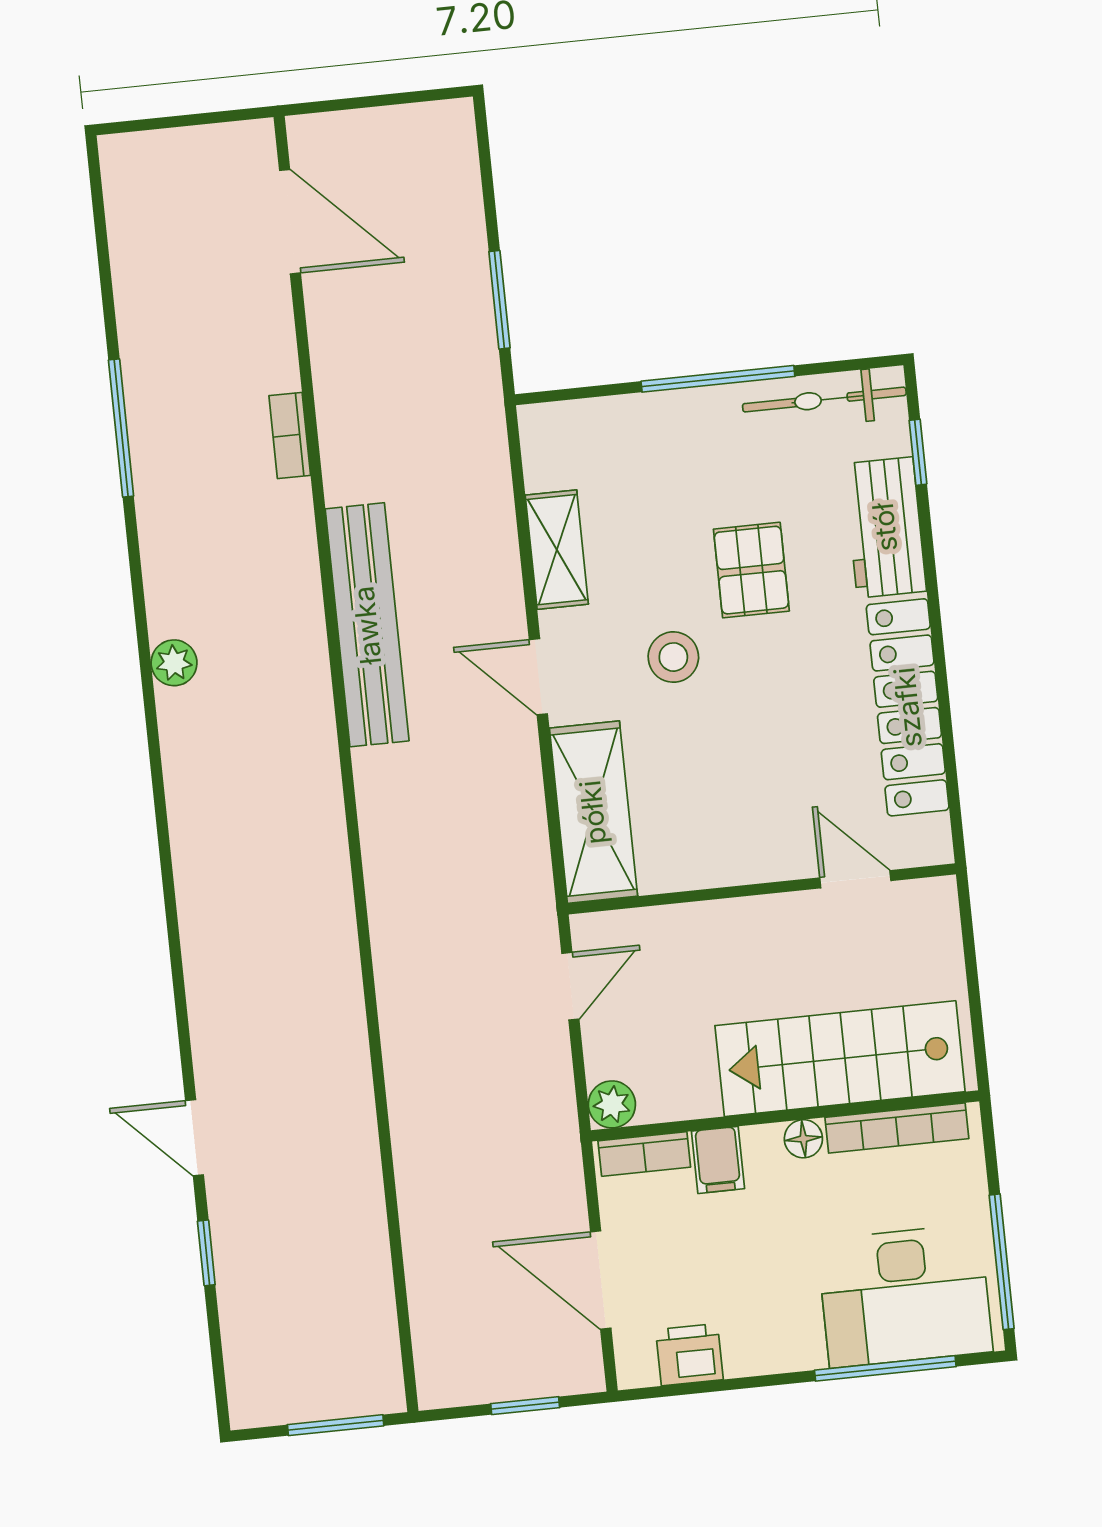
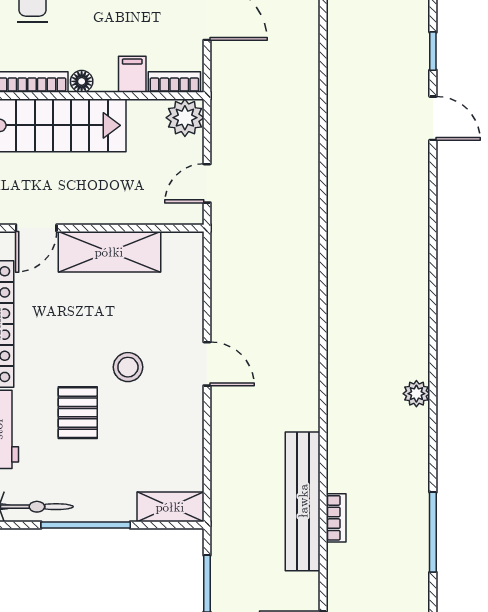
shelving: (557, 550) -> (170, 507), moved, turned 90
bench: (367, 625) -> (303, 501), moved
shelving: (593, 812) -> (109, 252), moved, turned 90
door: (855, 879) -> (36, 228), hinge flipped
plant: (612, 1104) -> (185, 118), width x1.38, depth x1.38

